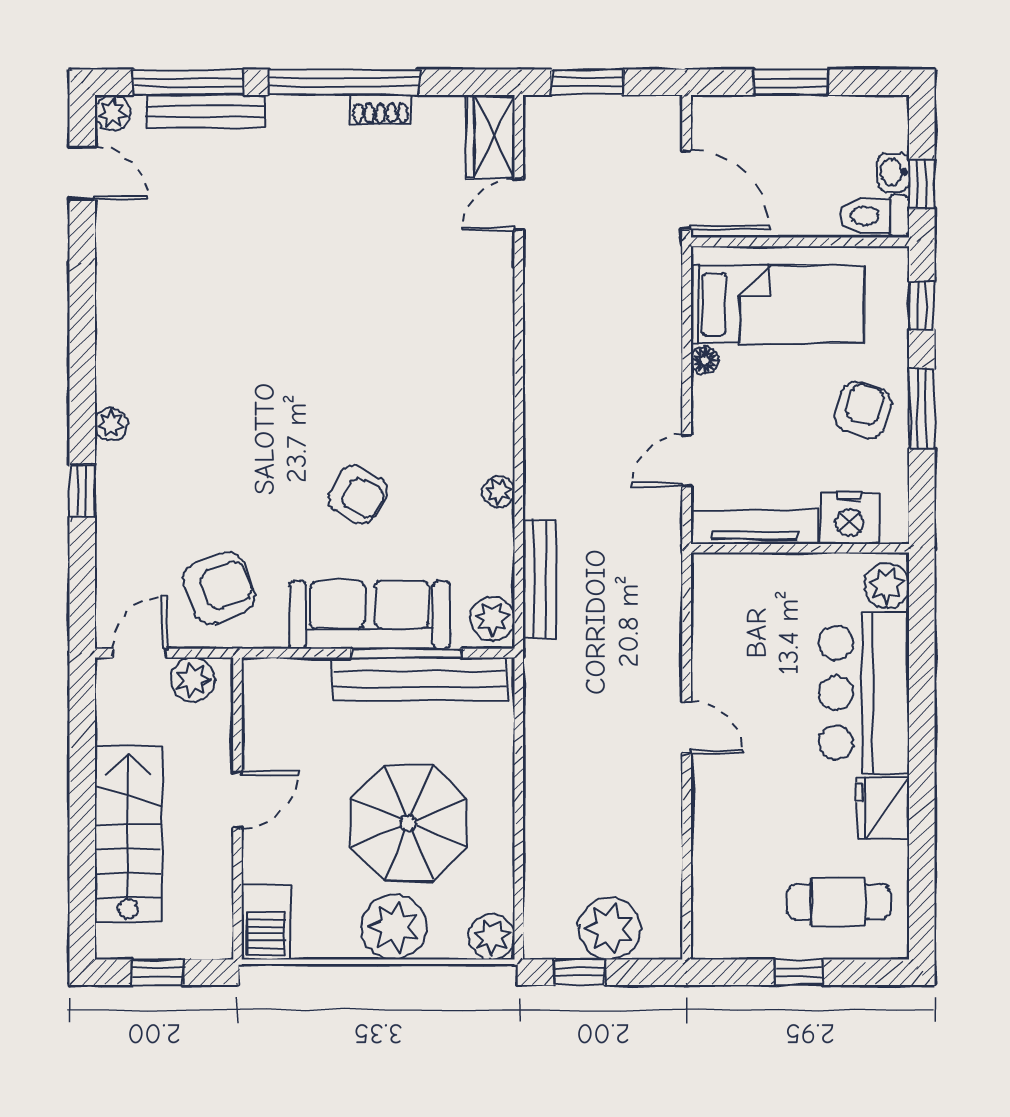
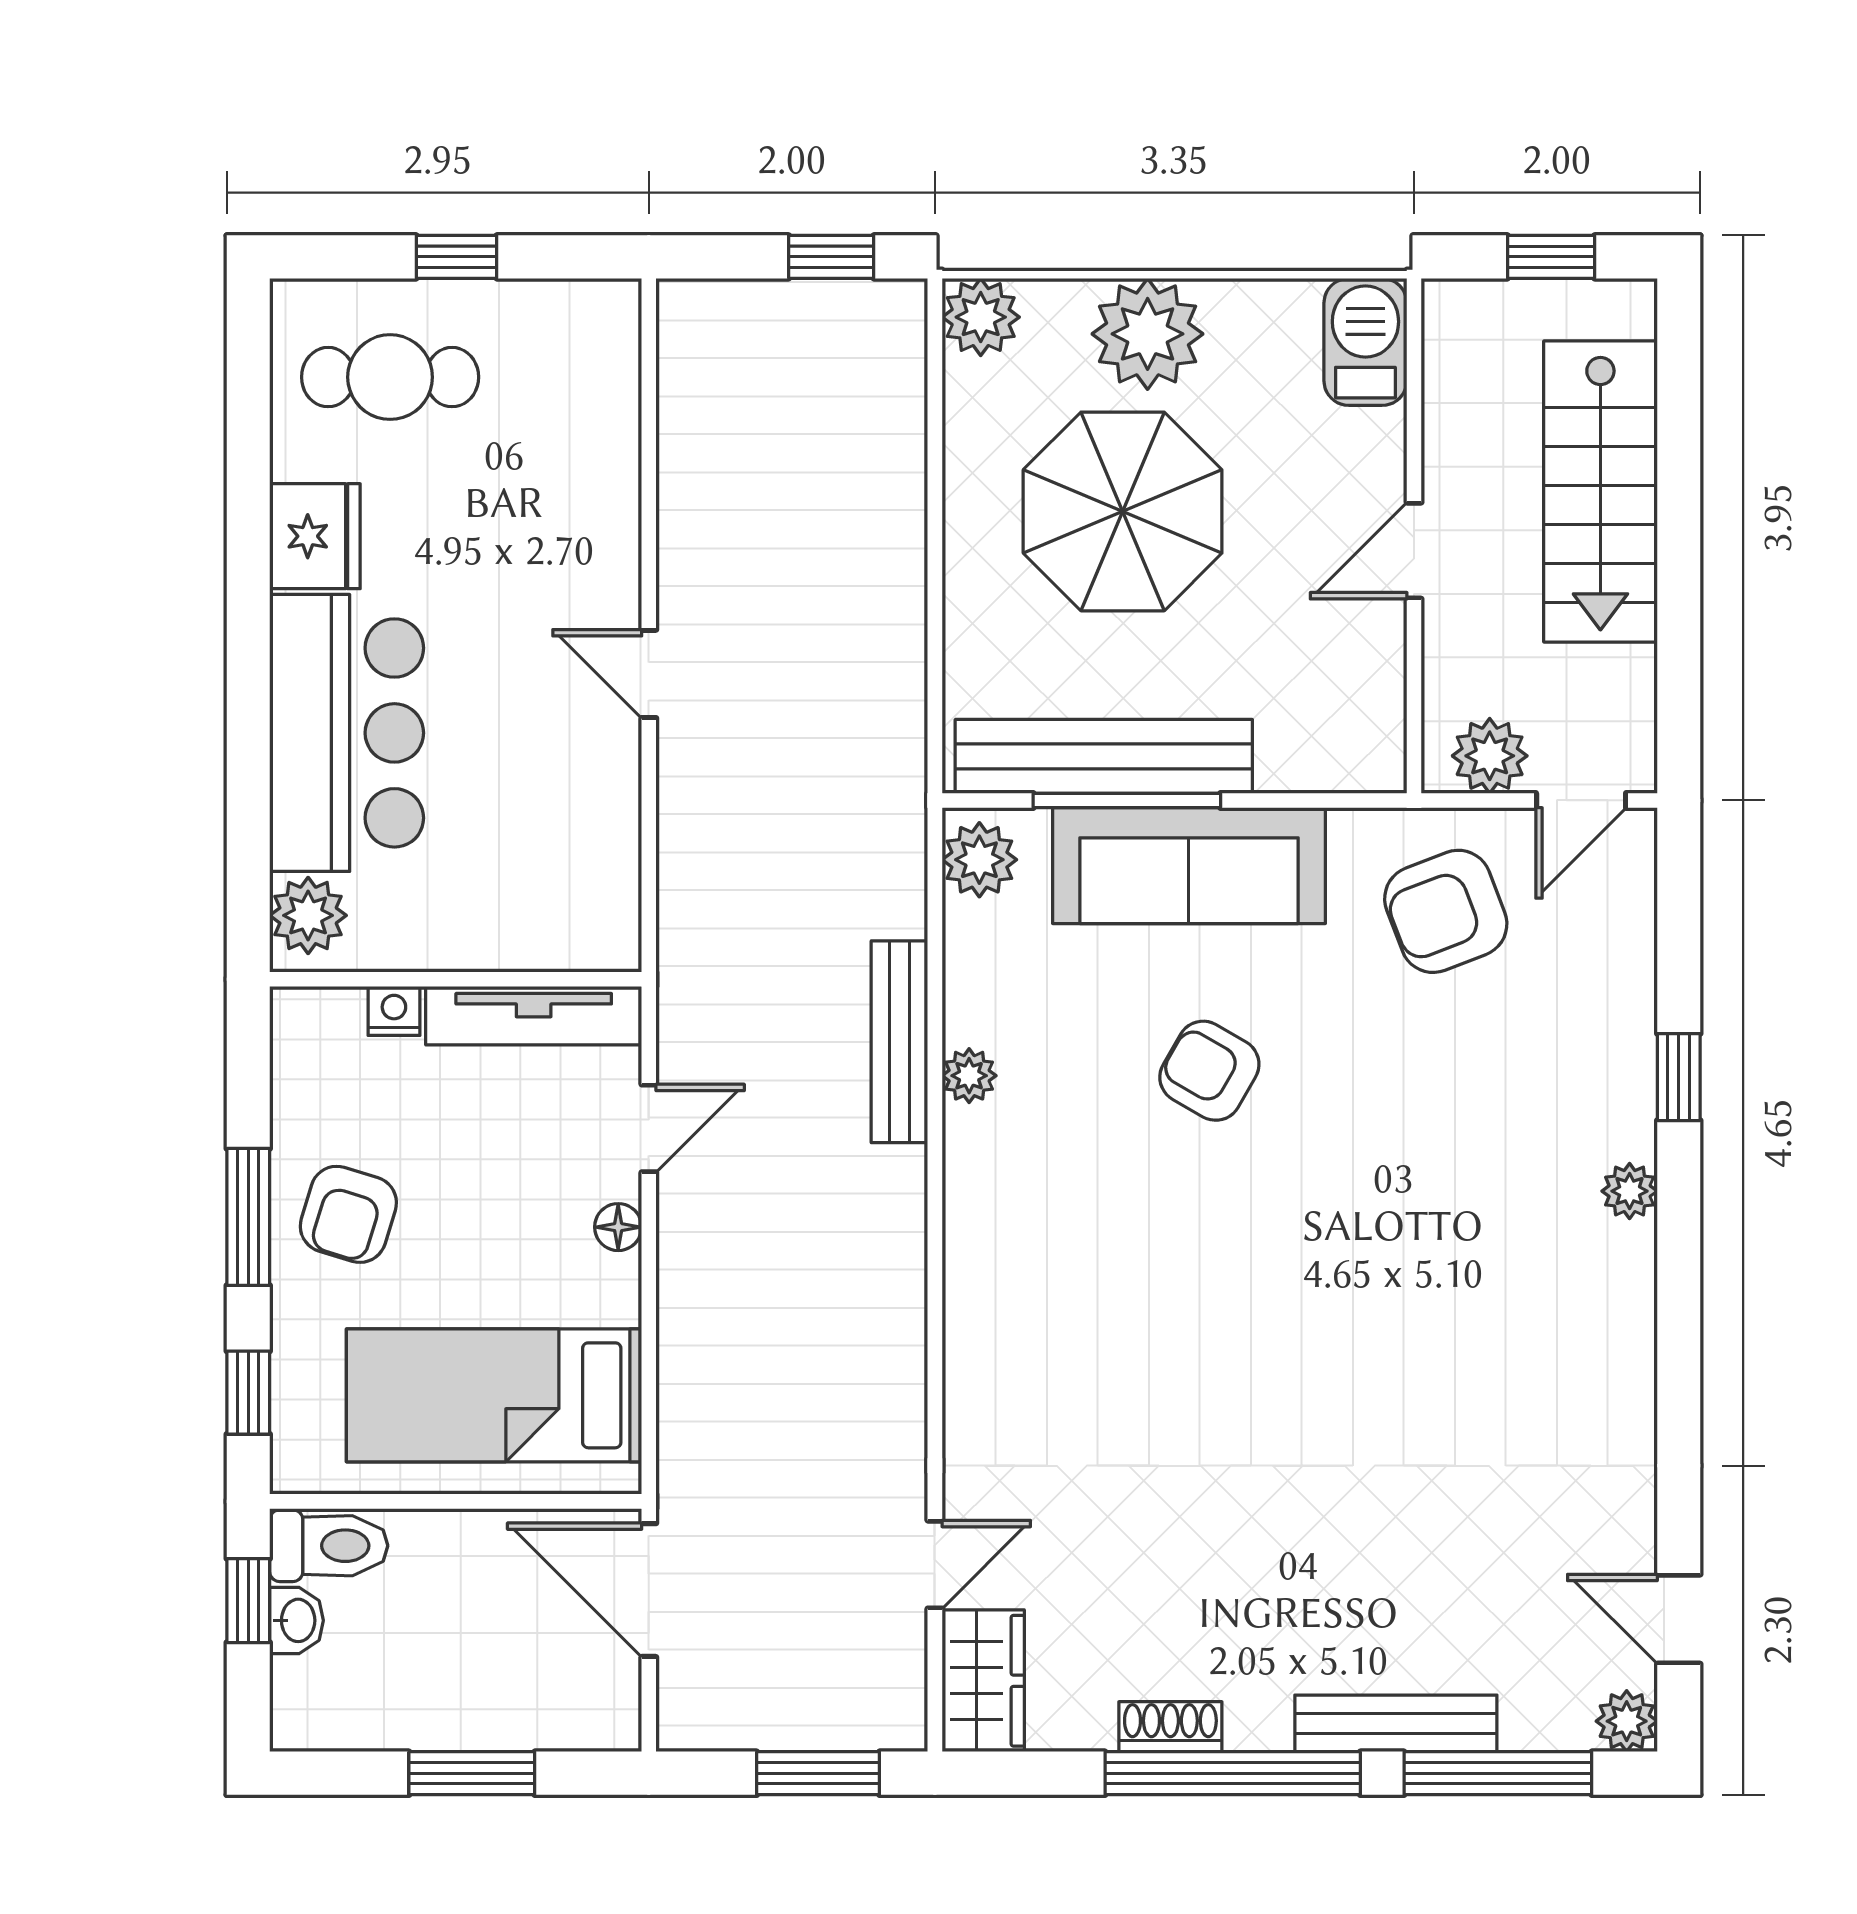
bench: (206, 112) -> (1396, 1723), moved
floor lamp: (705, 360) -> (618, 1227), moved
nightstand: (850, 518) -> (394, 1011), width x0.53, depth x0.56
bench: (539, 579) -> (899, 1042), moved
plant: (610, 928) -> (780, 331), removed

